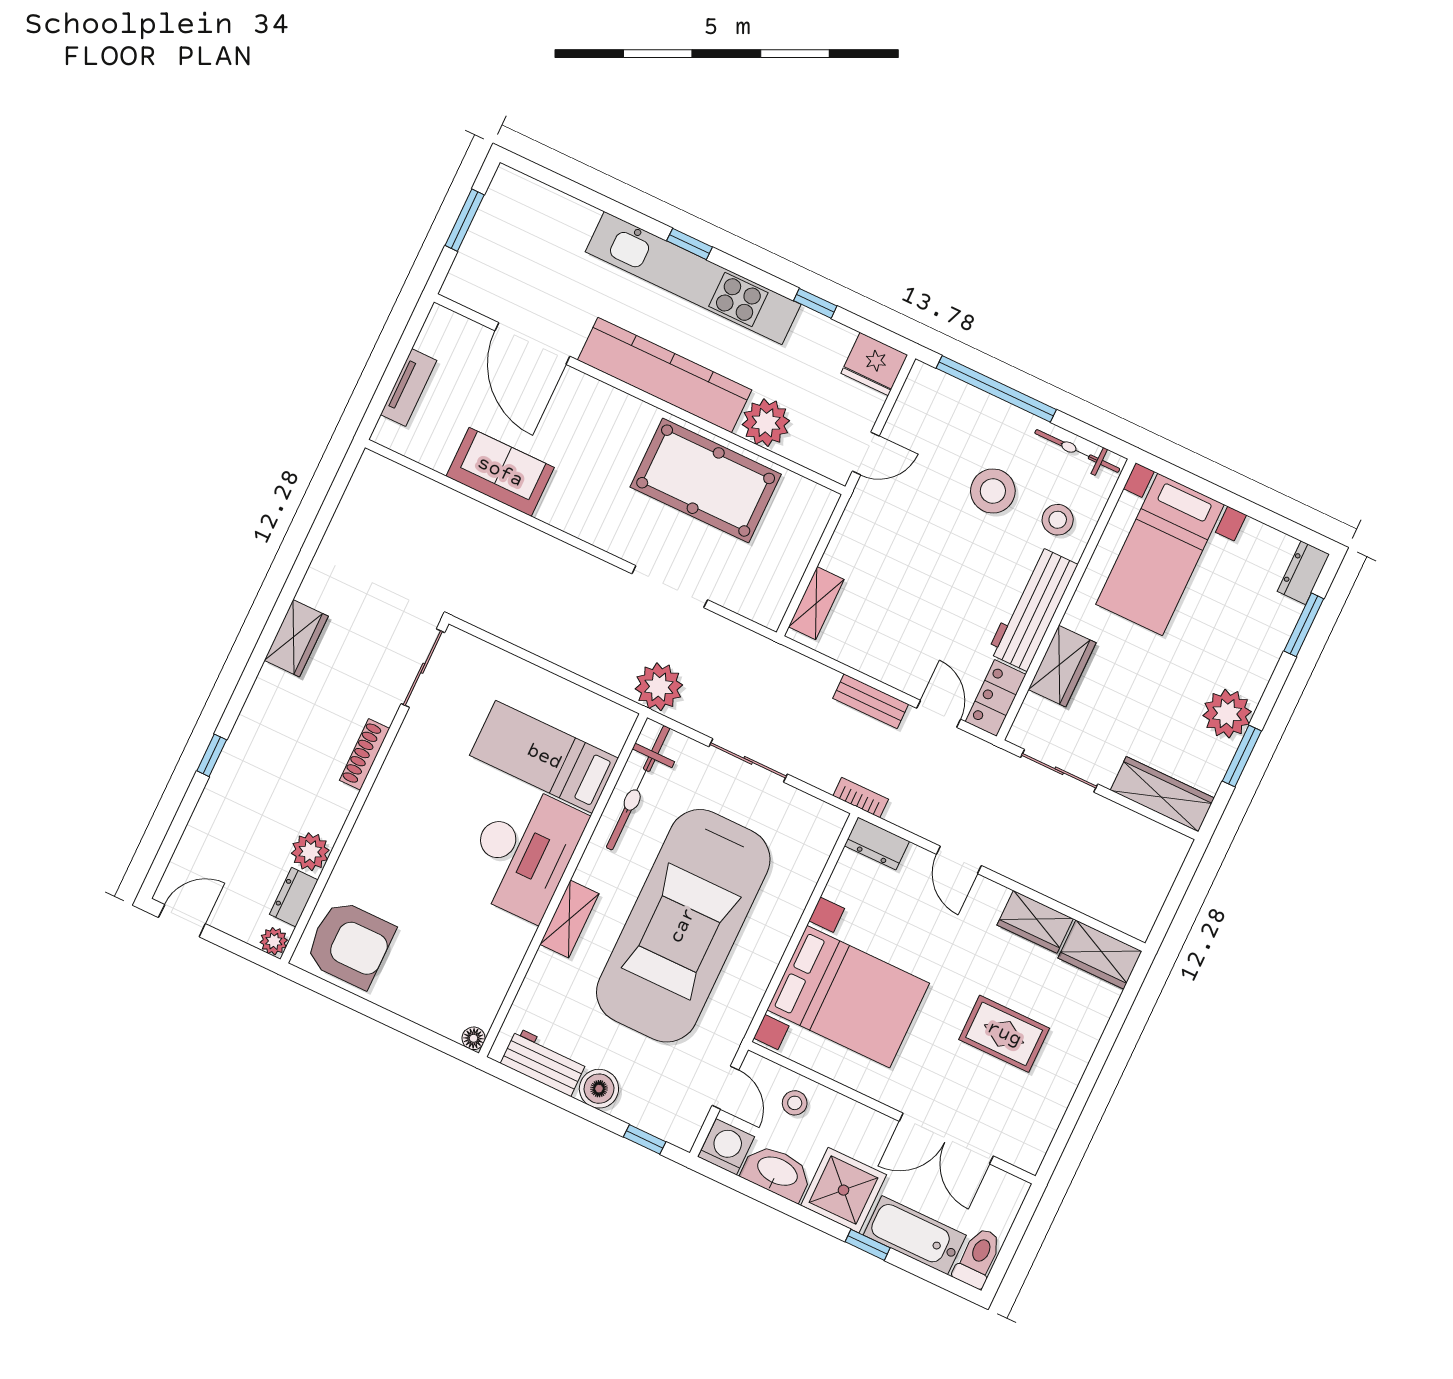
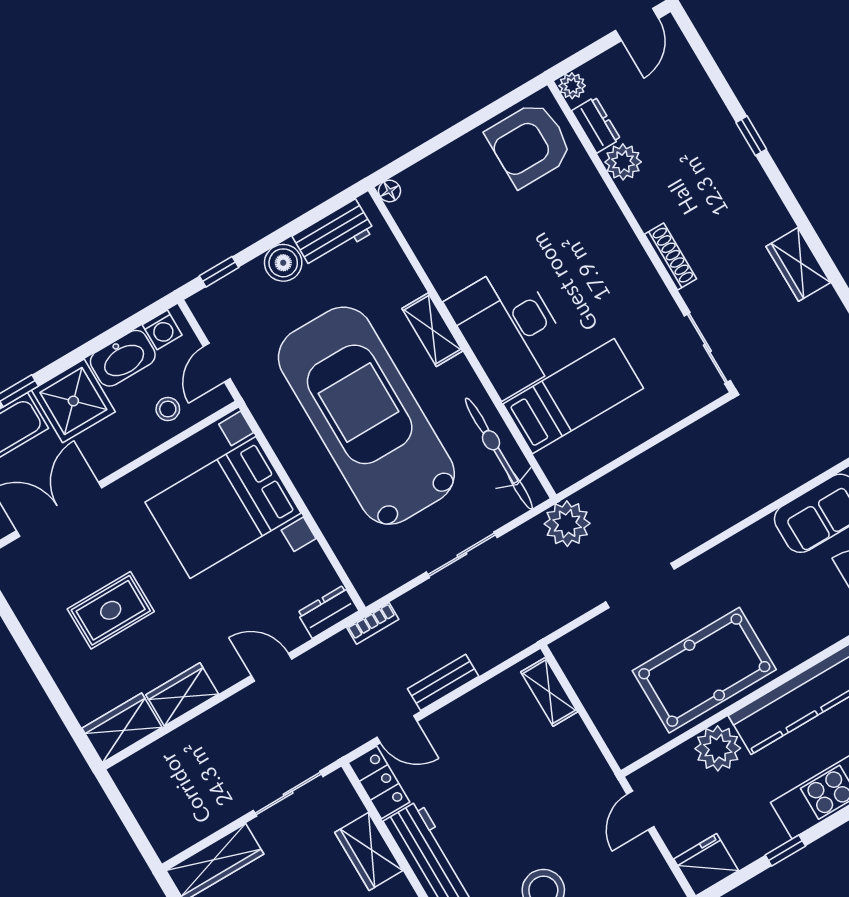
door: (725, 1088) -> (217, 363), hinge flipped
washing machine: (726, 1147) -> (162, 330), width x0.73, depth x0.73

